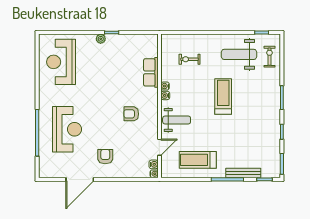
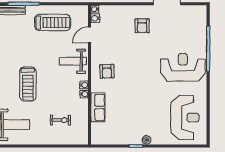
armchair: (131, 114) -> (107, 71), moved, turned 88
reception desk: (67, 129) -> (183, 67), moved, turned 90

